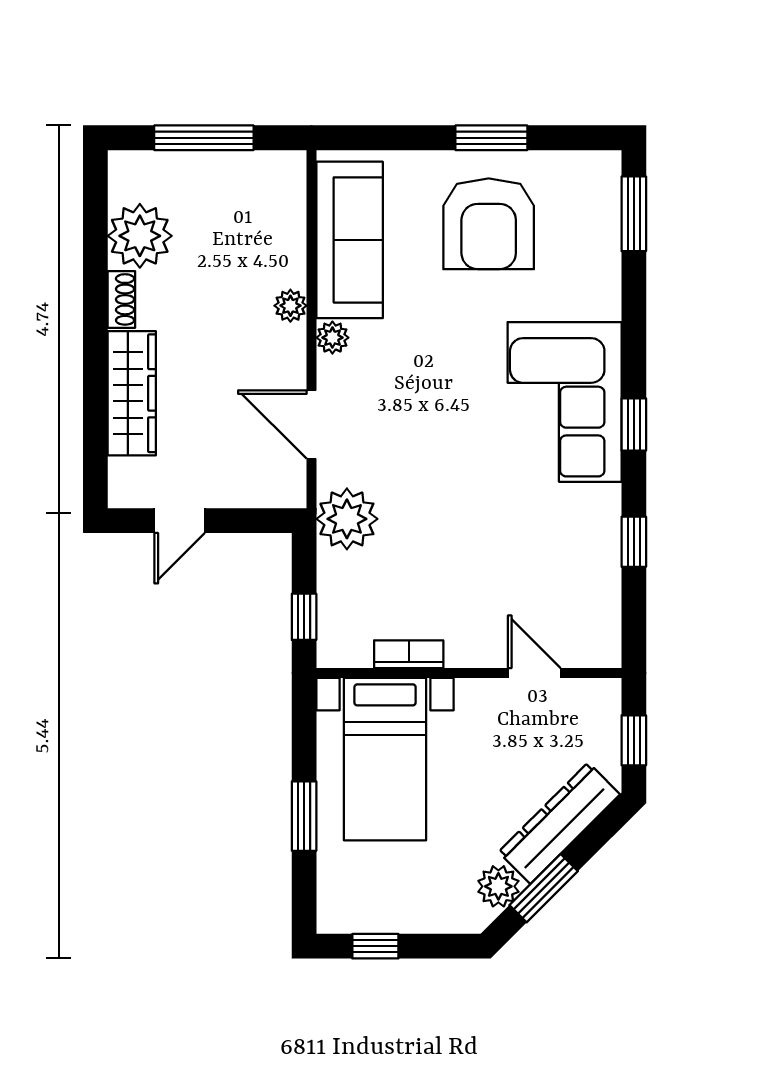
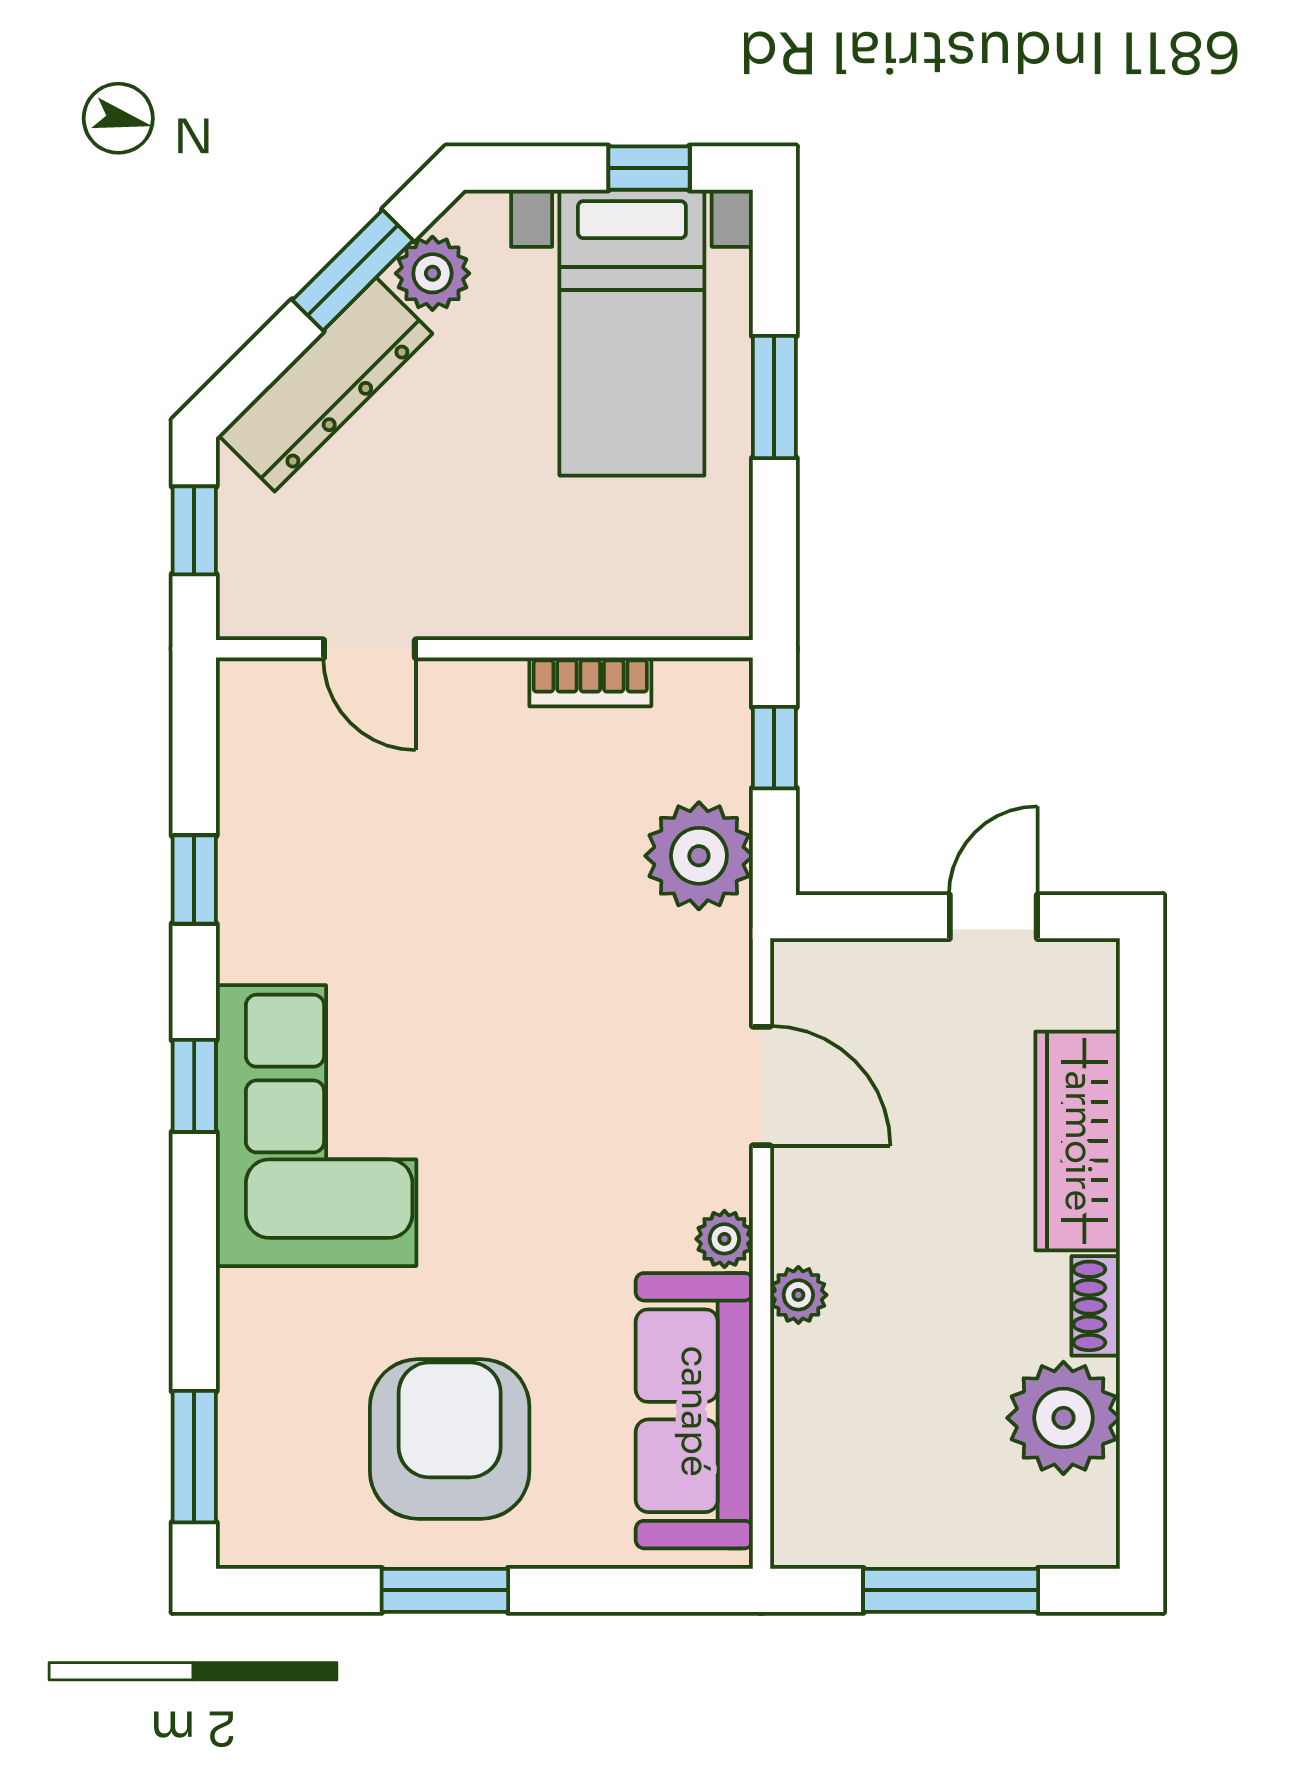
plant: (347, 519) -> (699, 856), moved
bed with nightstands: (385, 759) -> (632, 333), moved, turned 180

